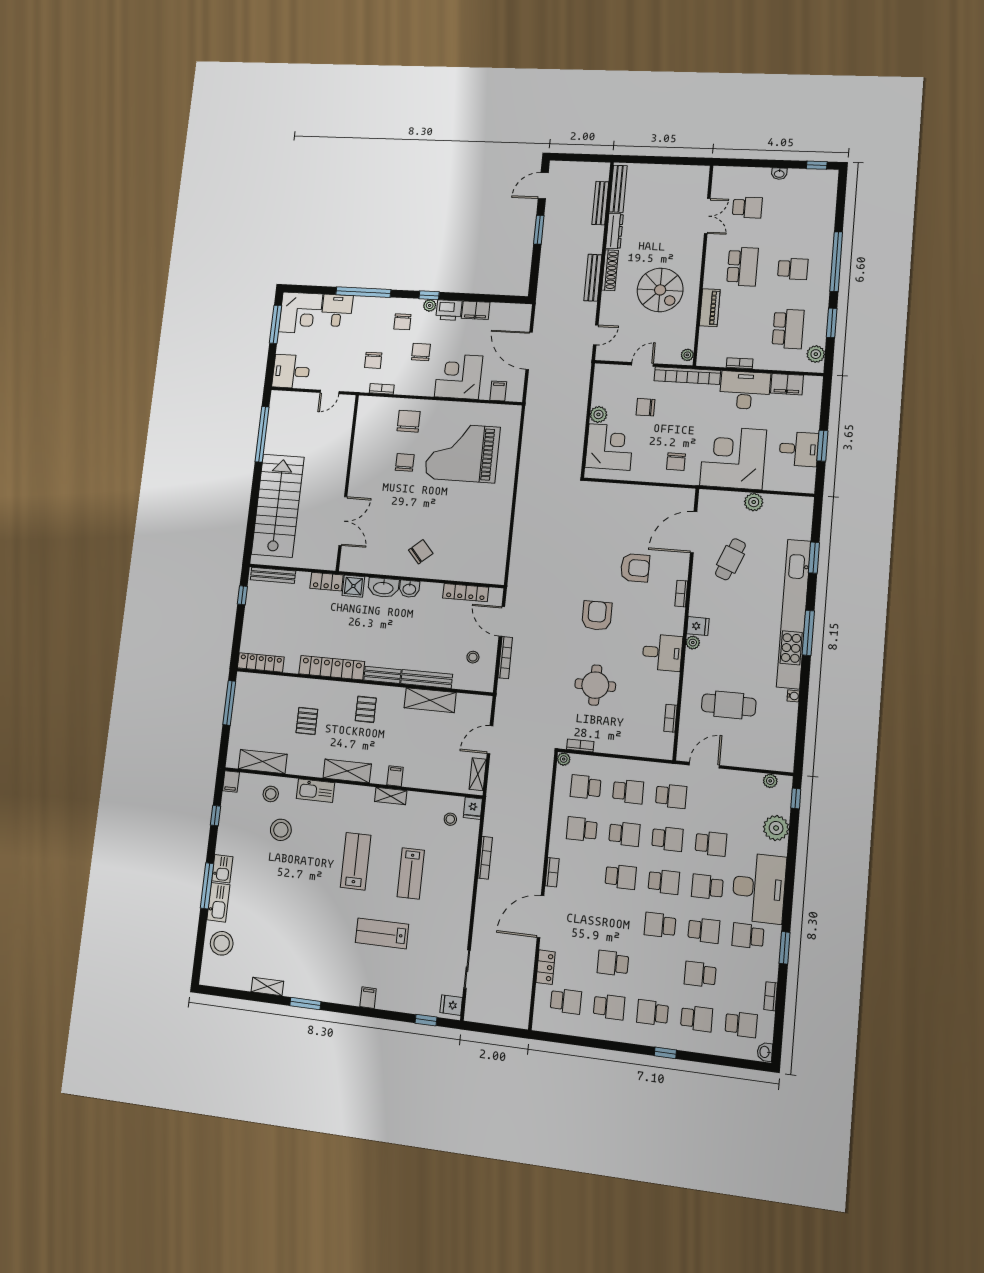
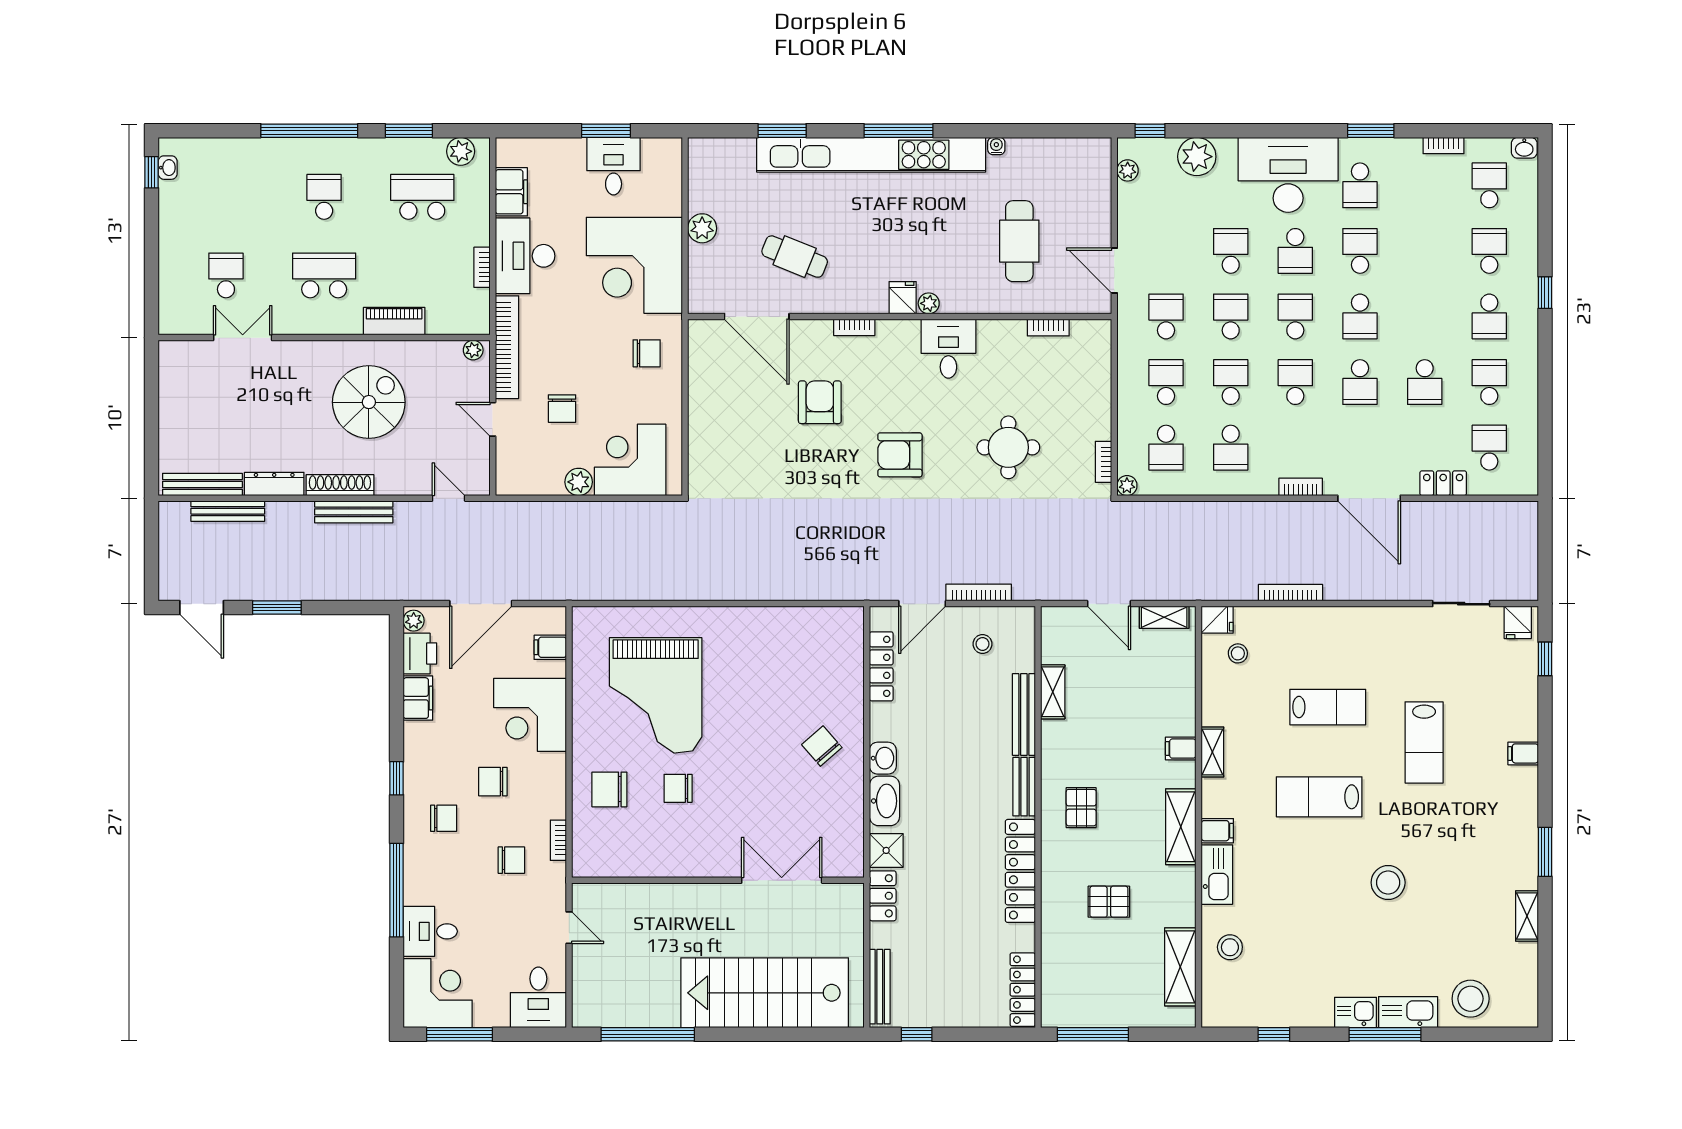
washbasin: (779, 174) -> (168, 168), moved
plant: (430, 305) -> (414, 621), moved
printer: (449, 310) -> (420, 654), moved
shelving: (430, 700) -> (1053, 692), width x0.67, depth x0.75
pallet: (366, 709) -> (1081, 808), turned 90
filing cabinet: (231, 782) -> (1217, 831), moved
stool: (281, 830) -> (1388, 883), moved
school desk: (700, 974) -> (1360, 382), moved

